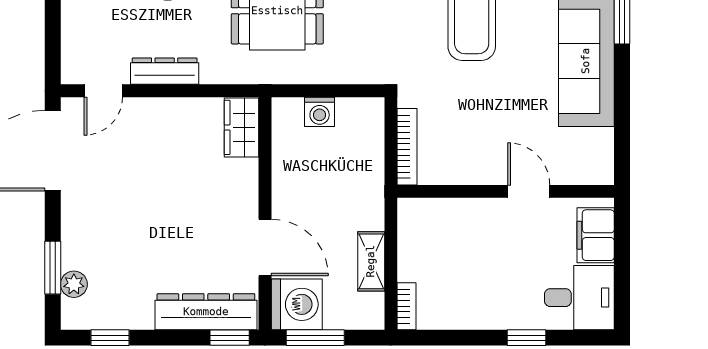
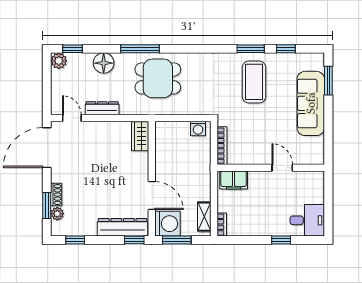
door: (103, 91) -> (72, 118), swing flipped
washing machine: (320, 112) -> (198, 128), moved
filing cabinet: (596, 235) -> (234, 180), moved, turned -90
shoe rack: (72, 246) -> (56, 195), added
shelving: (371, 261) -> (204, 217), moved

